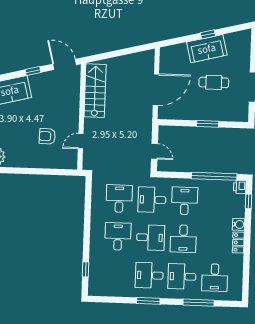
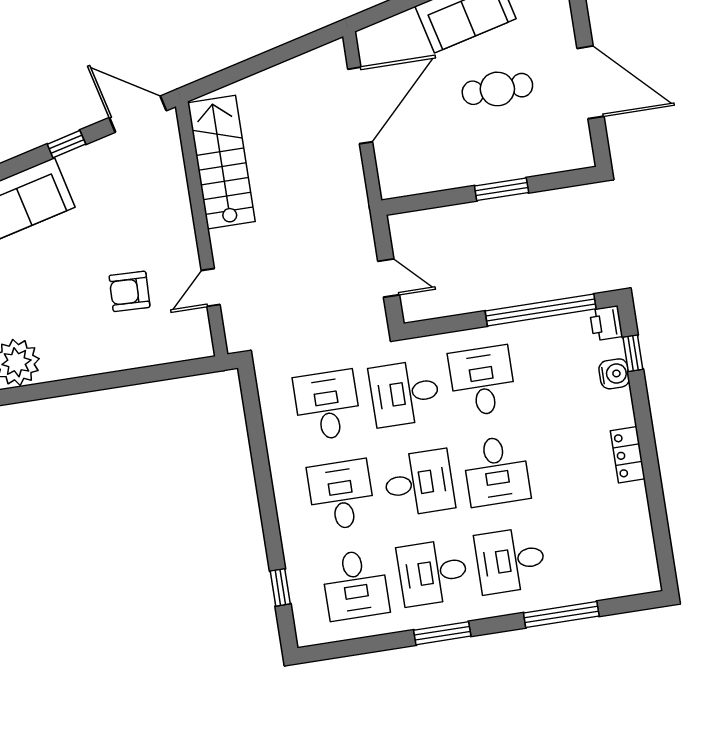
door: (156, 90) -> (360, 105), moved
water cooler: (239, 224) -> (614, 374), moved
desk: (215, 278) -> (355, 585), moved

